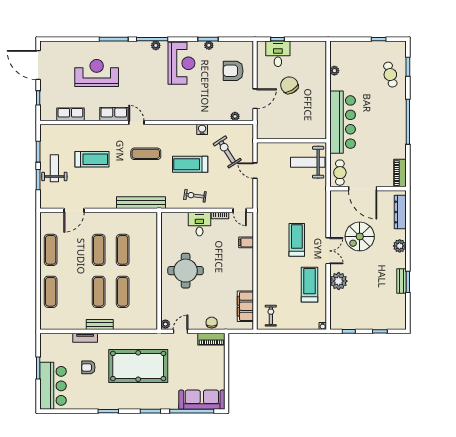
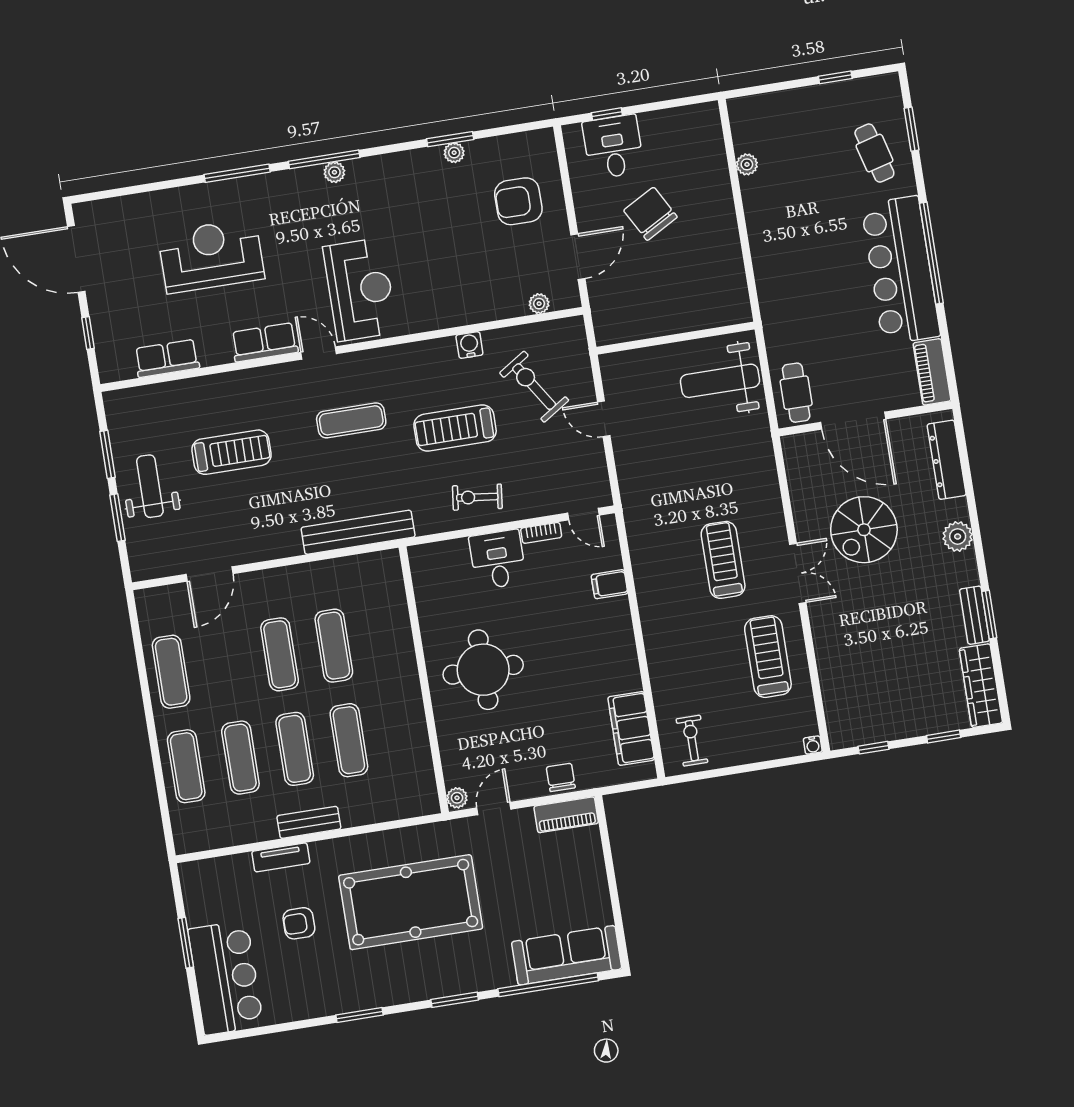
reception desk: (181, 63) -> (360, 290), moved
bar counter: (343, 122) -> (901, 270), moved, turned 180
plant: (339, 281) -> (832, 638), removed
exercise mat: (75, 292) -> (240, 758), added
wardrobe: (399, 312) -> (981, 686), added

